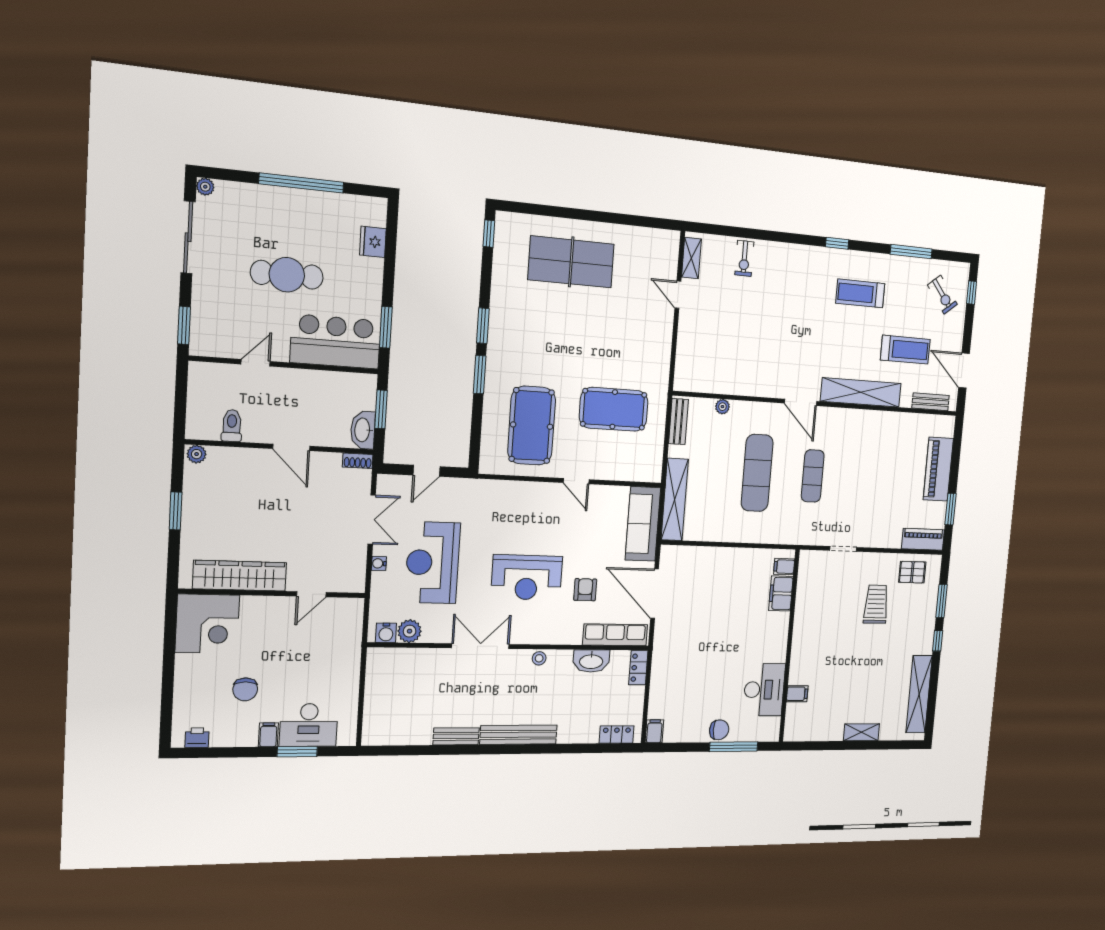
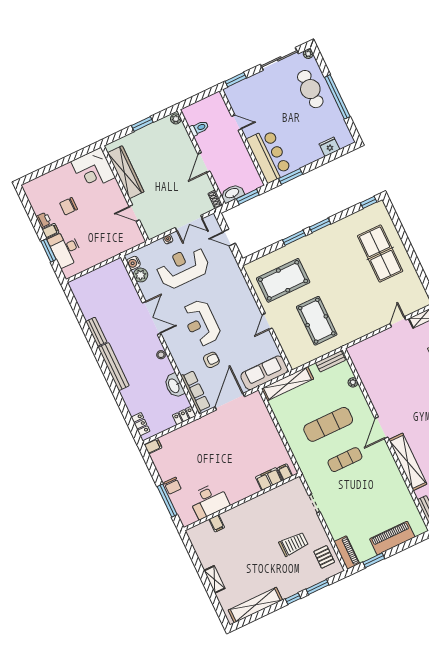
cafe table: (287, 275) -> (310, 89), moved
printer: (197, 738) -> (44, 220), moved

